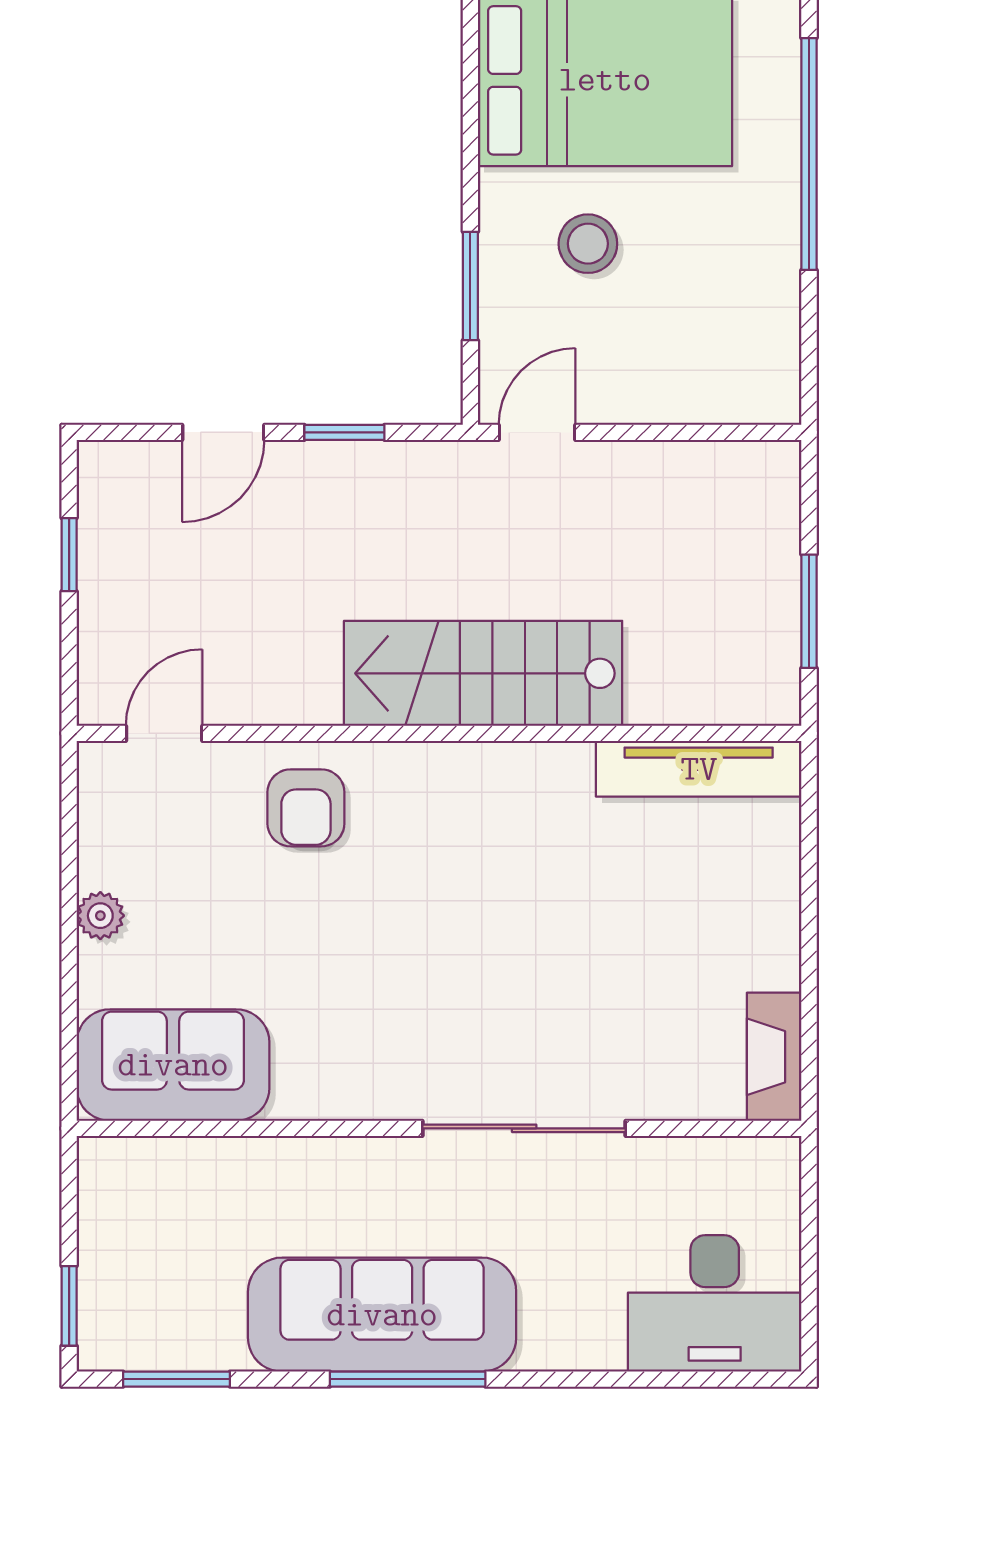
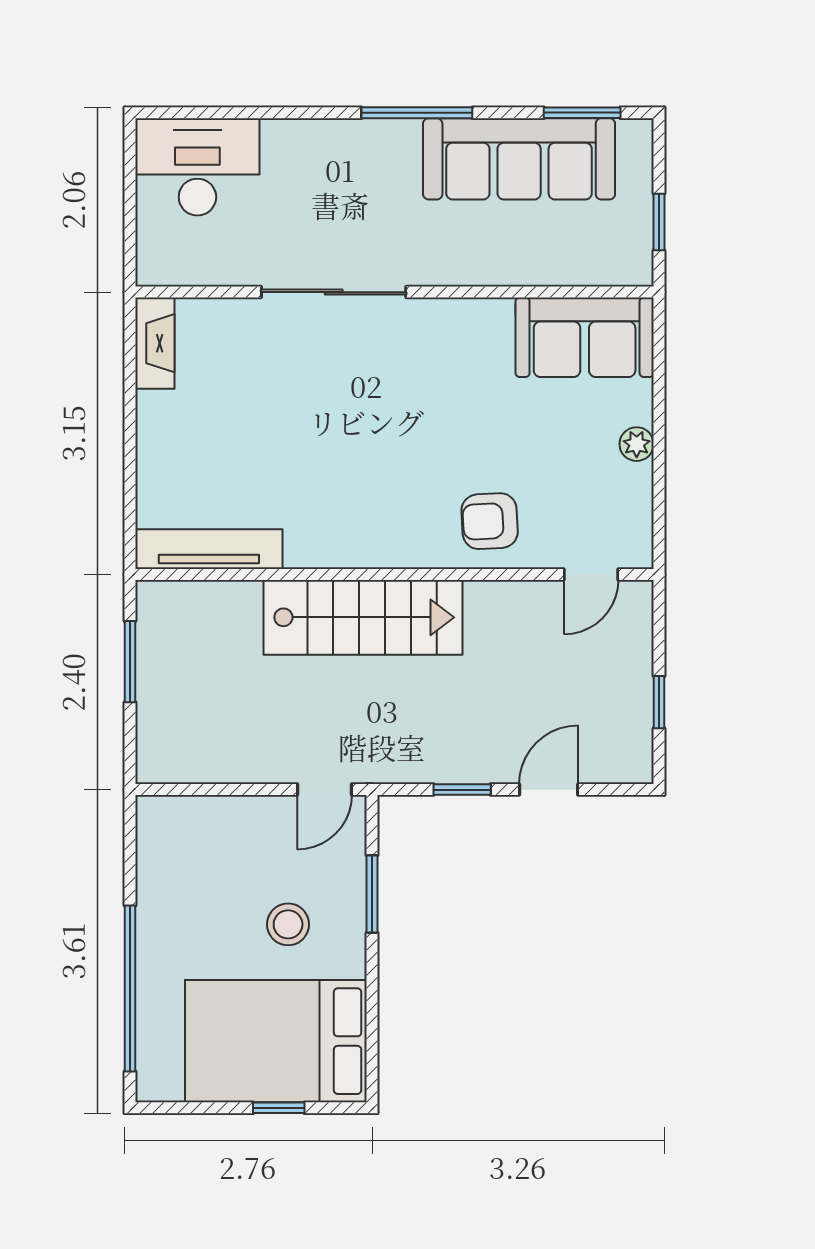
armchair: (306, 808) -> (490, 521), turned -93
window: (69, 1306) -> (659, 222), moved
sofa: (382, 1315) -> (519, 159), moved

